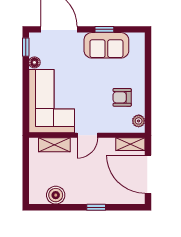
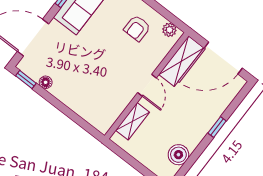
corner sofa: (52, 101) -> (92, 94), removed
shelving: (130, 144) -> (181, 61), width x1.50, depth x1.33

